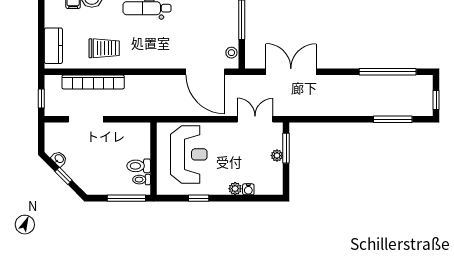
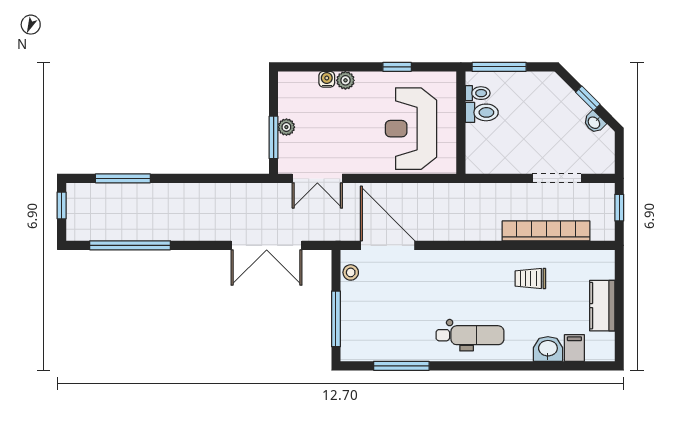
kitchen counter: (53, 46) -> (602, 306), moved
trolley: (104, 48) -> (530, 279), width x0.73, depth x0.72

